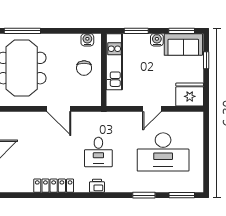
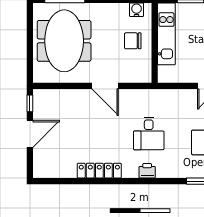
chair: (84, 68) -> (133, 41), turned 90

